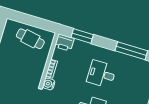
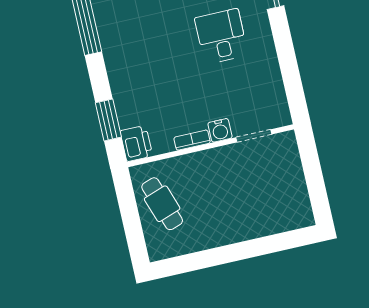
cafe table: (30, 39) -> (162, 204), turned -30
desk: (101, 74) -> (154, 52), removed

